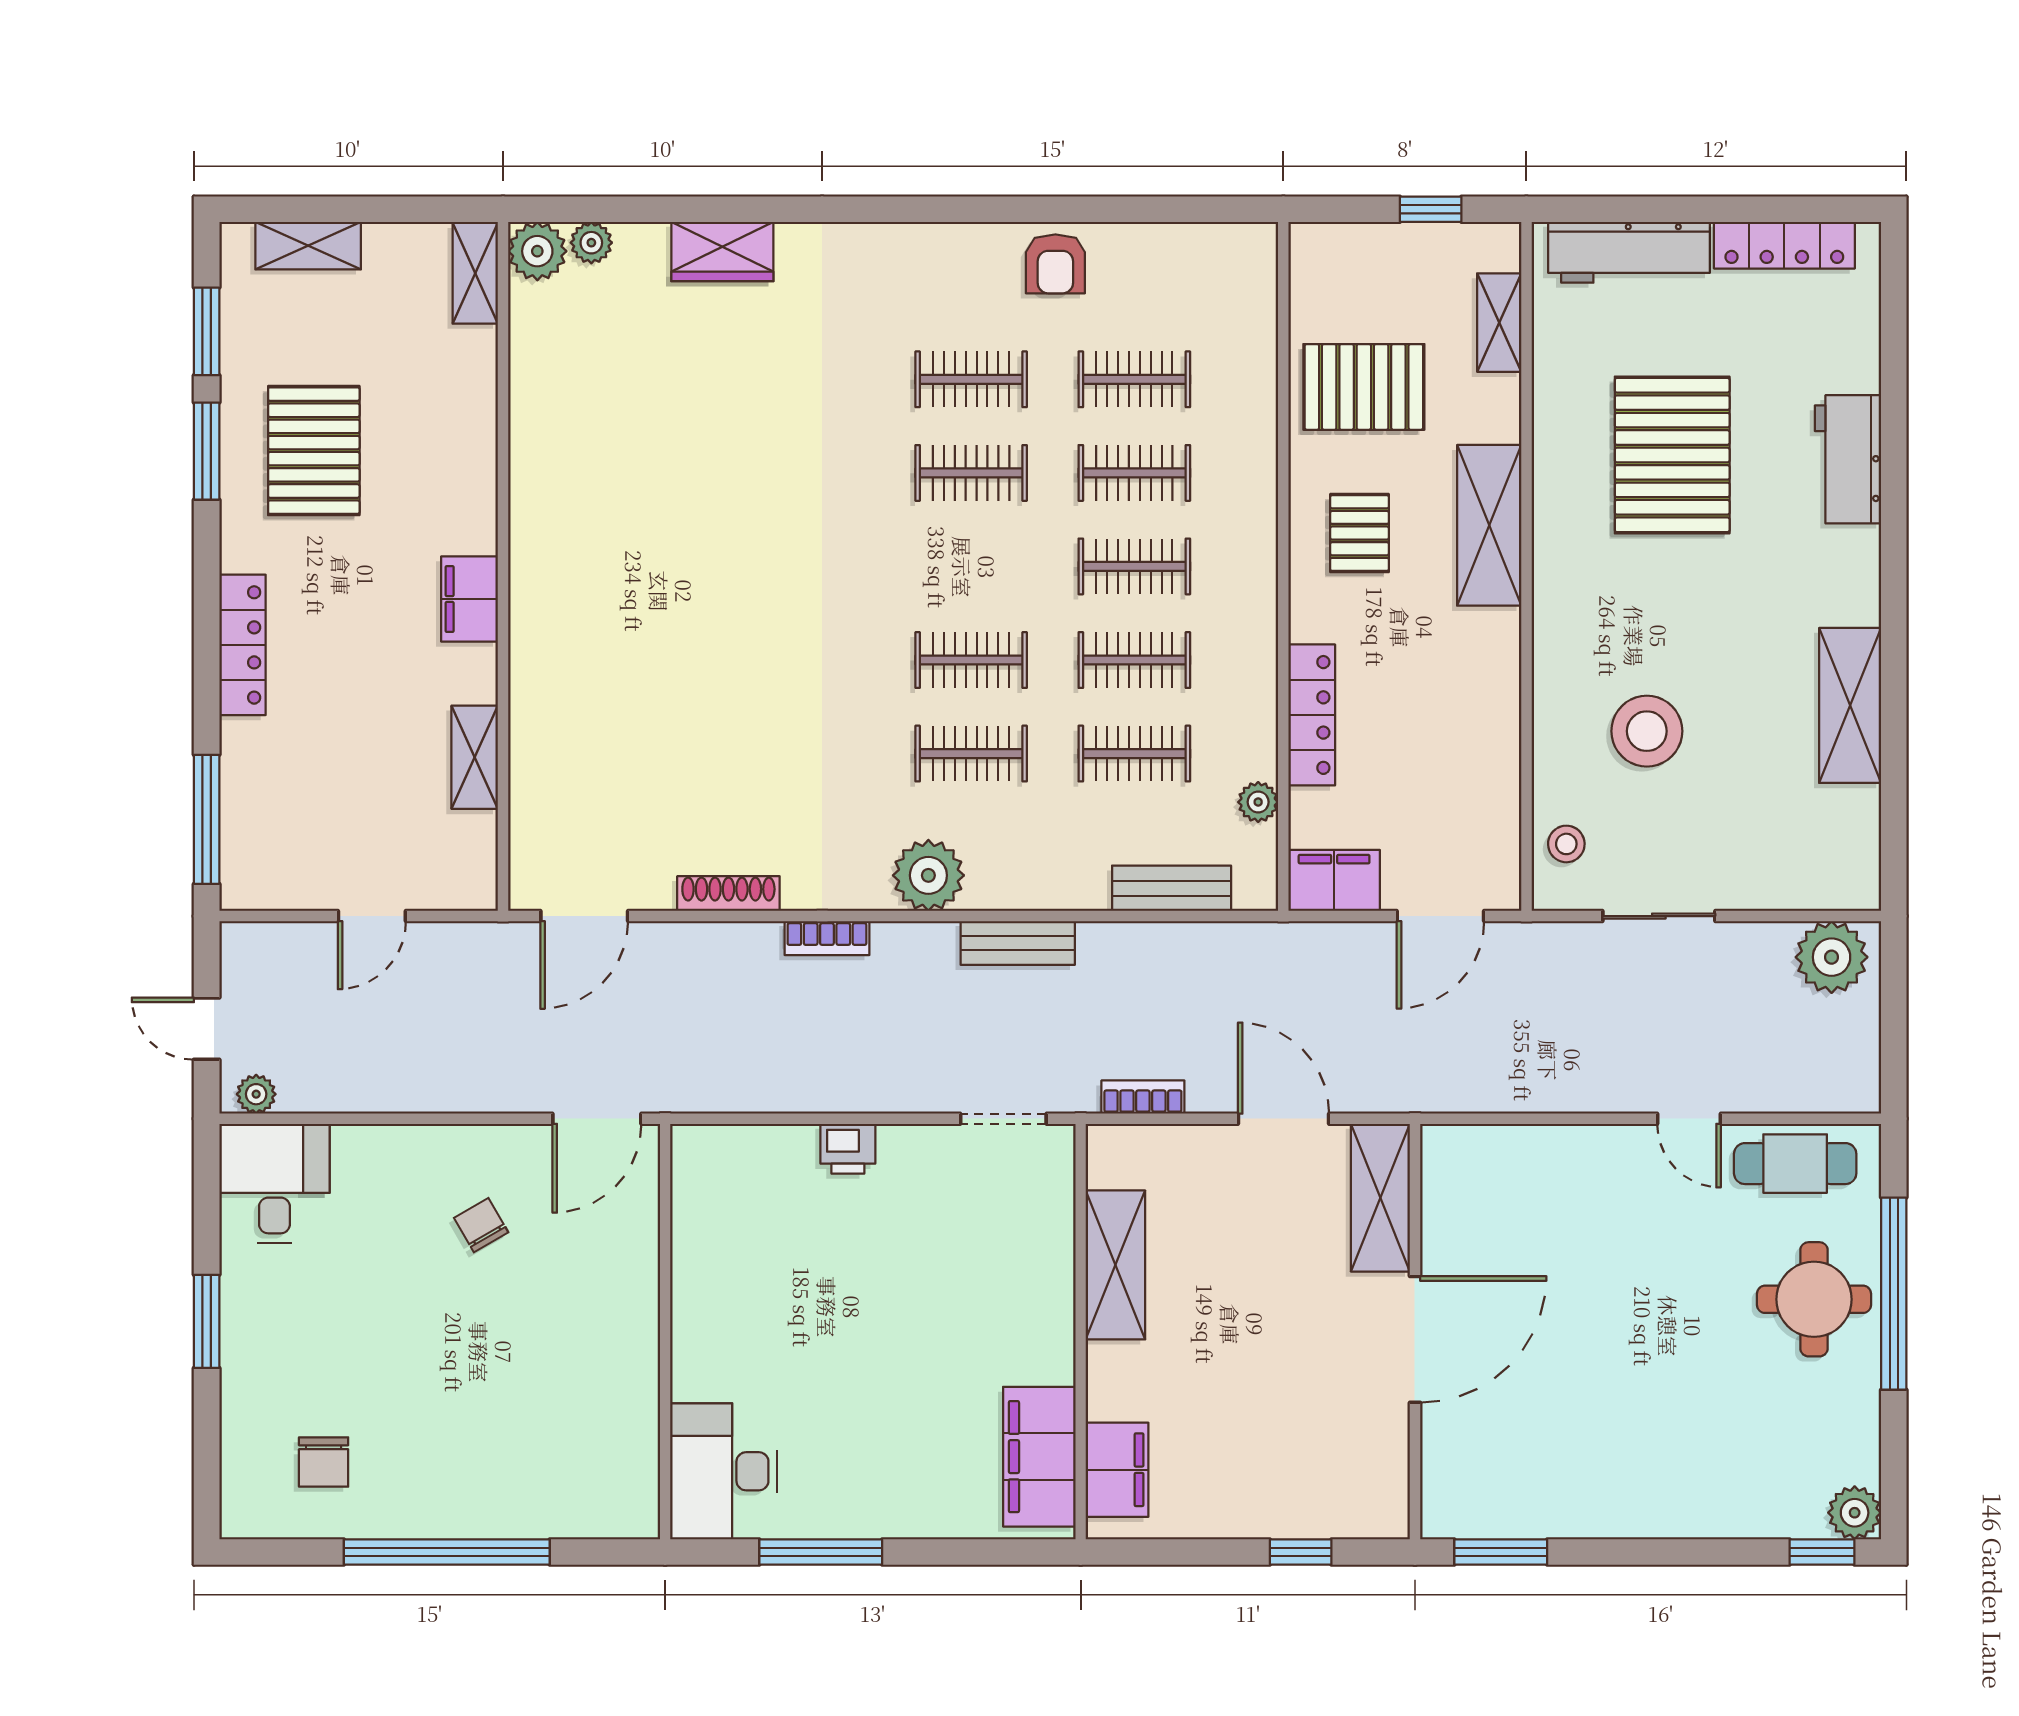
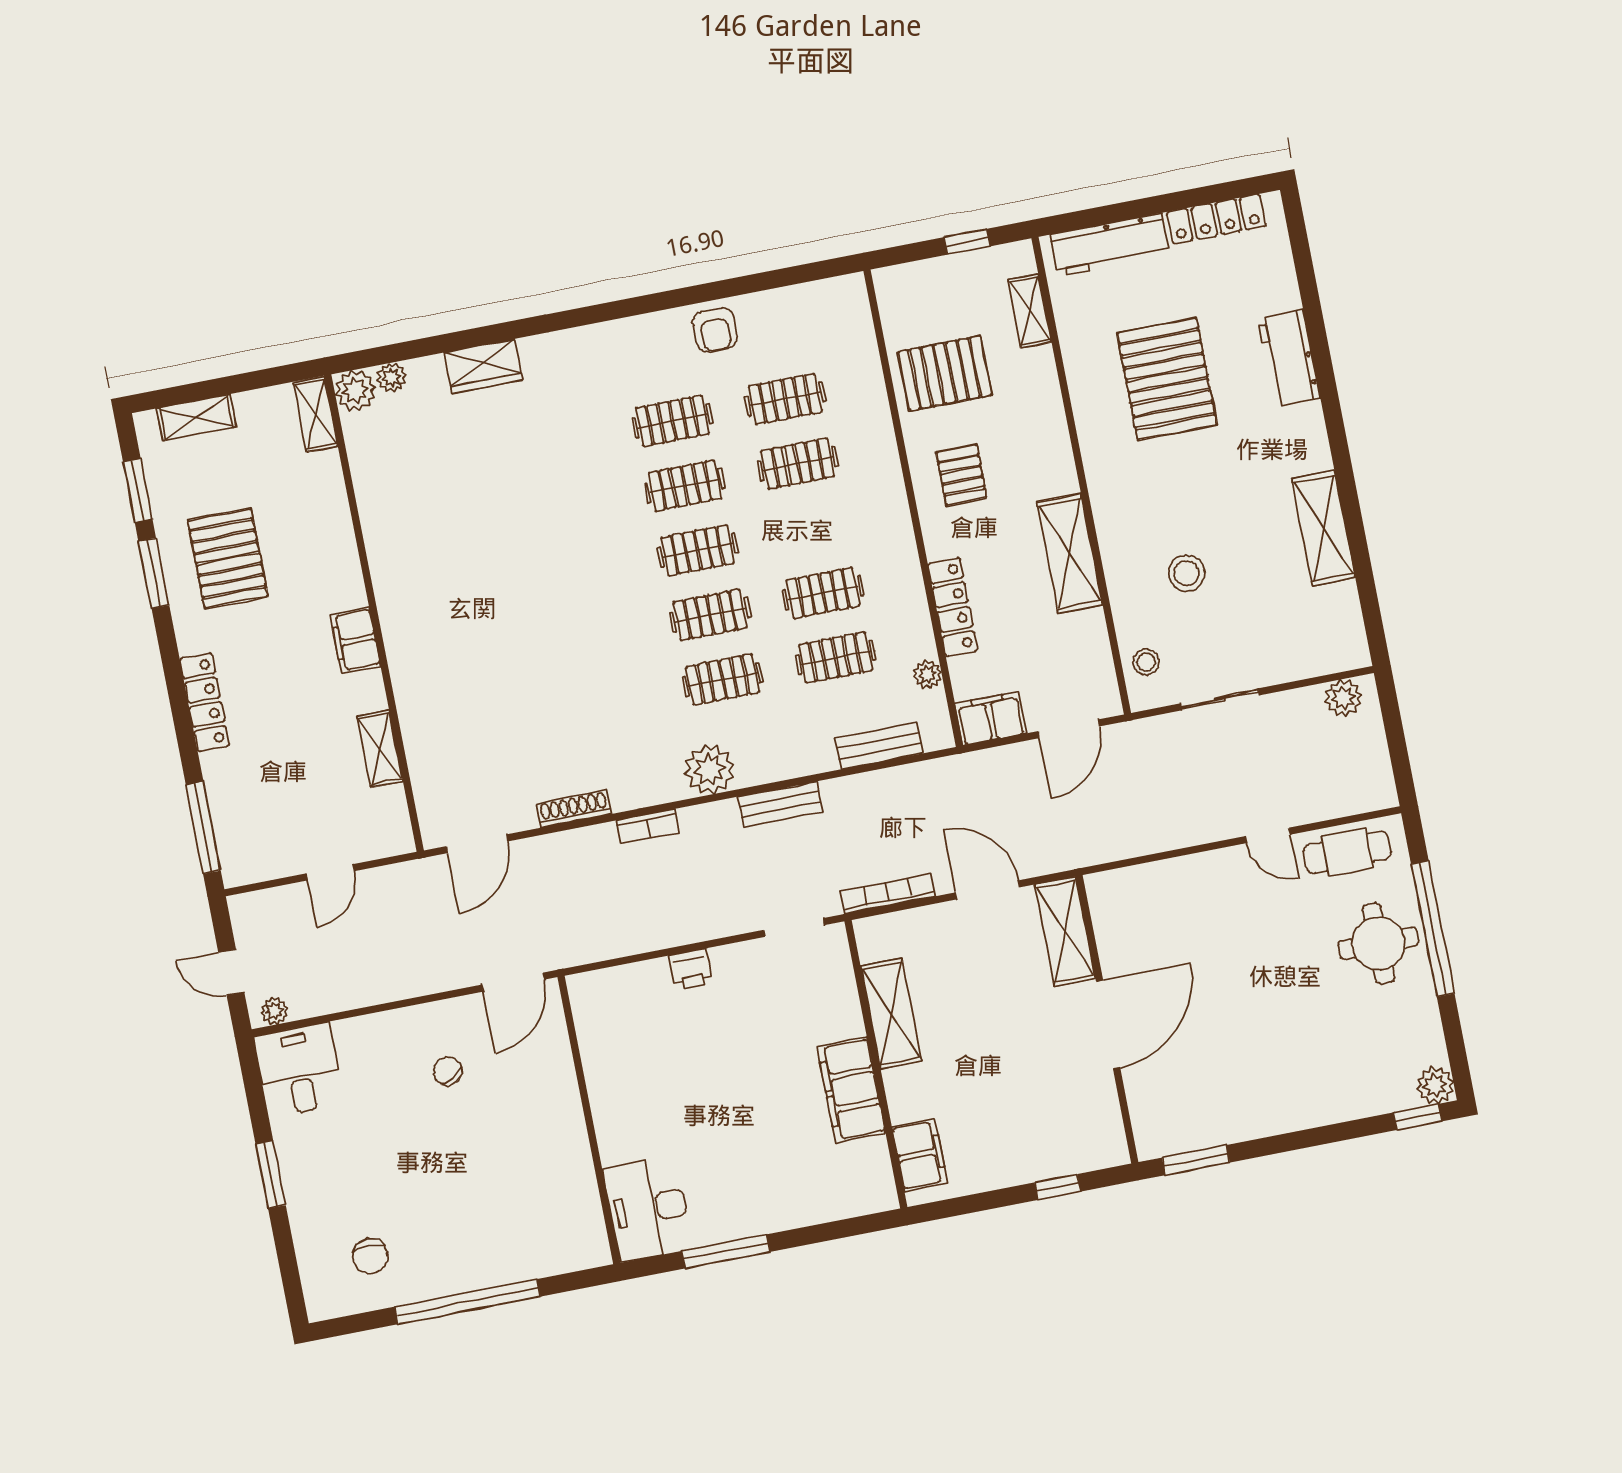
shelving: (1489, 525) -> (1070, 553), moved
clothes rail: (1134, 566) -> (698, 550), moved
stool: (1647, 731) -> (1187, 573), width x0.73, depth x0.73
plant: (1832, 957) -> (1343, 698), width x0.73, depth x0.73
bookcase: (1143, 1097) -> (887, 894), width x1.56
filing cabinet: (1039, 1457) -> (851, 1090), moved

